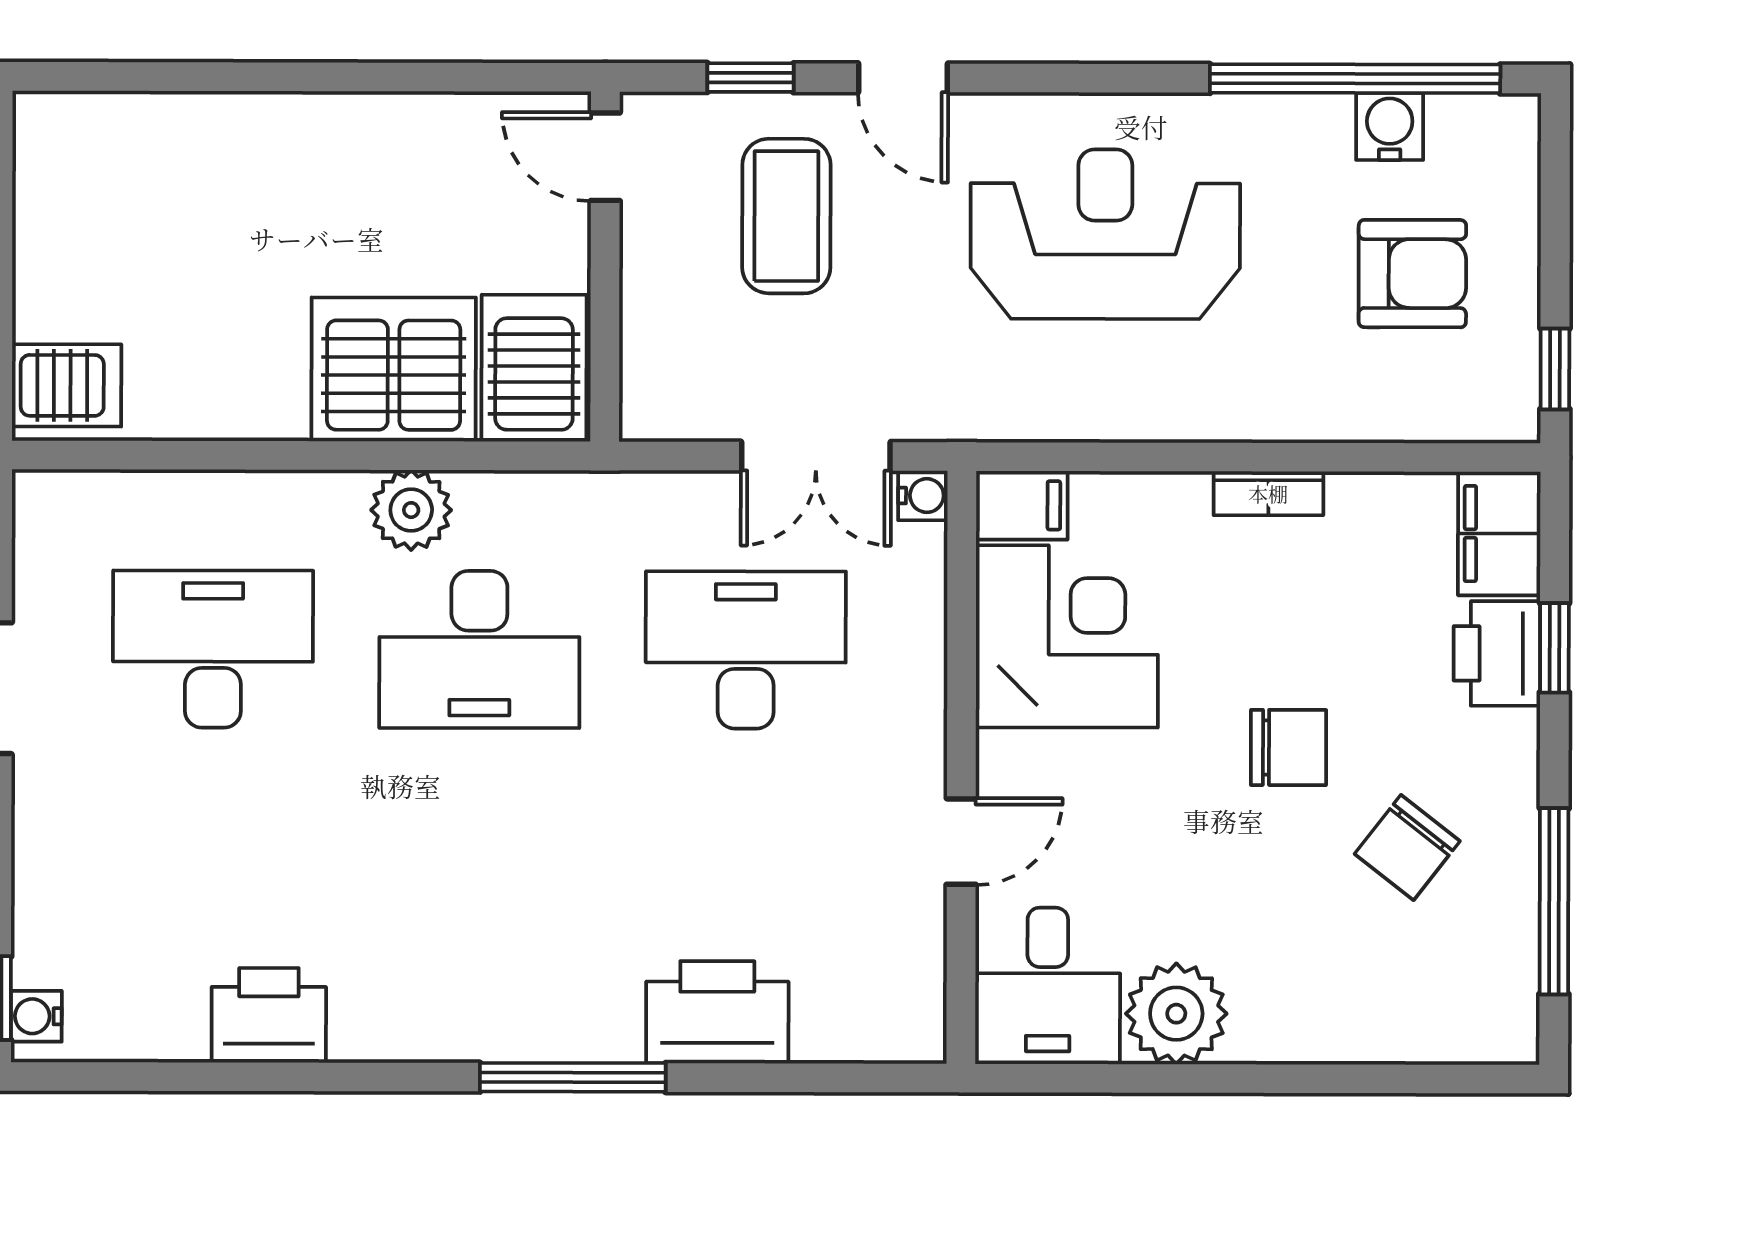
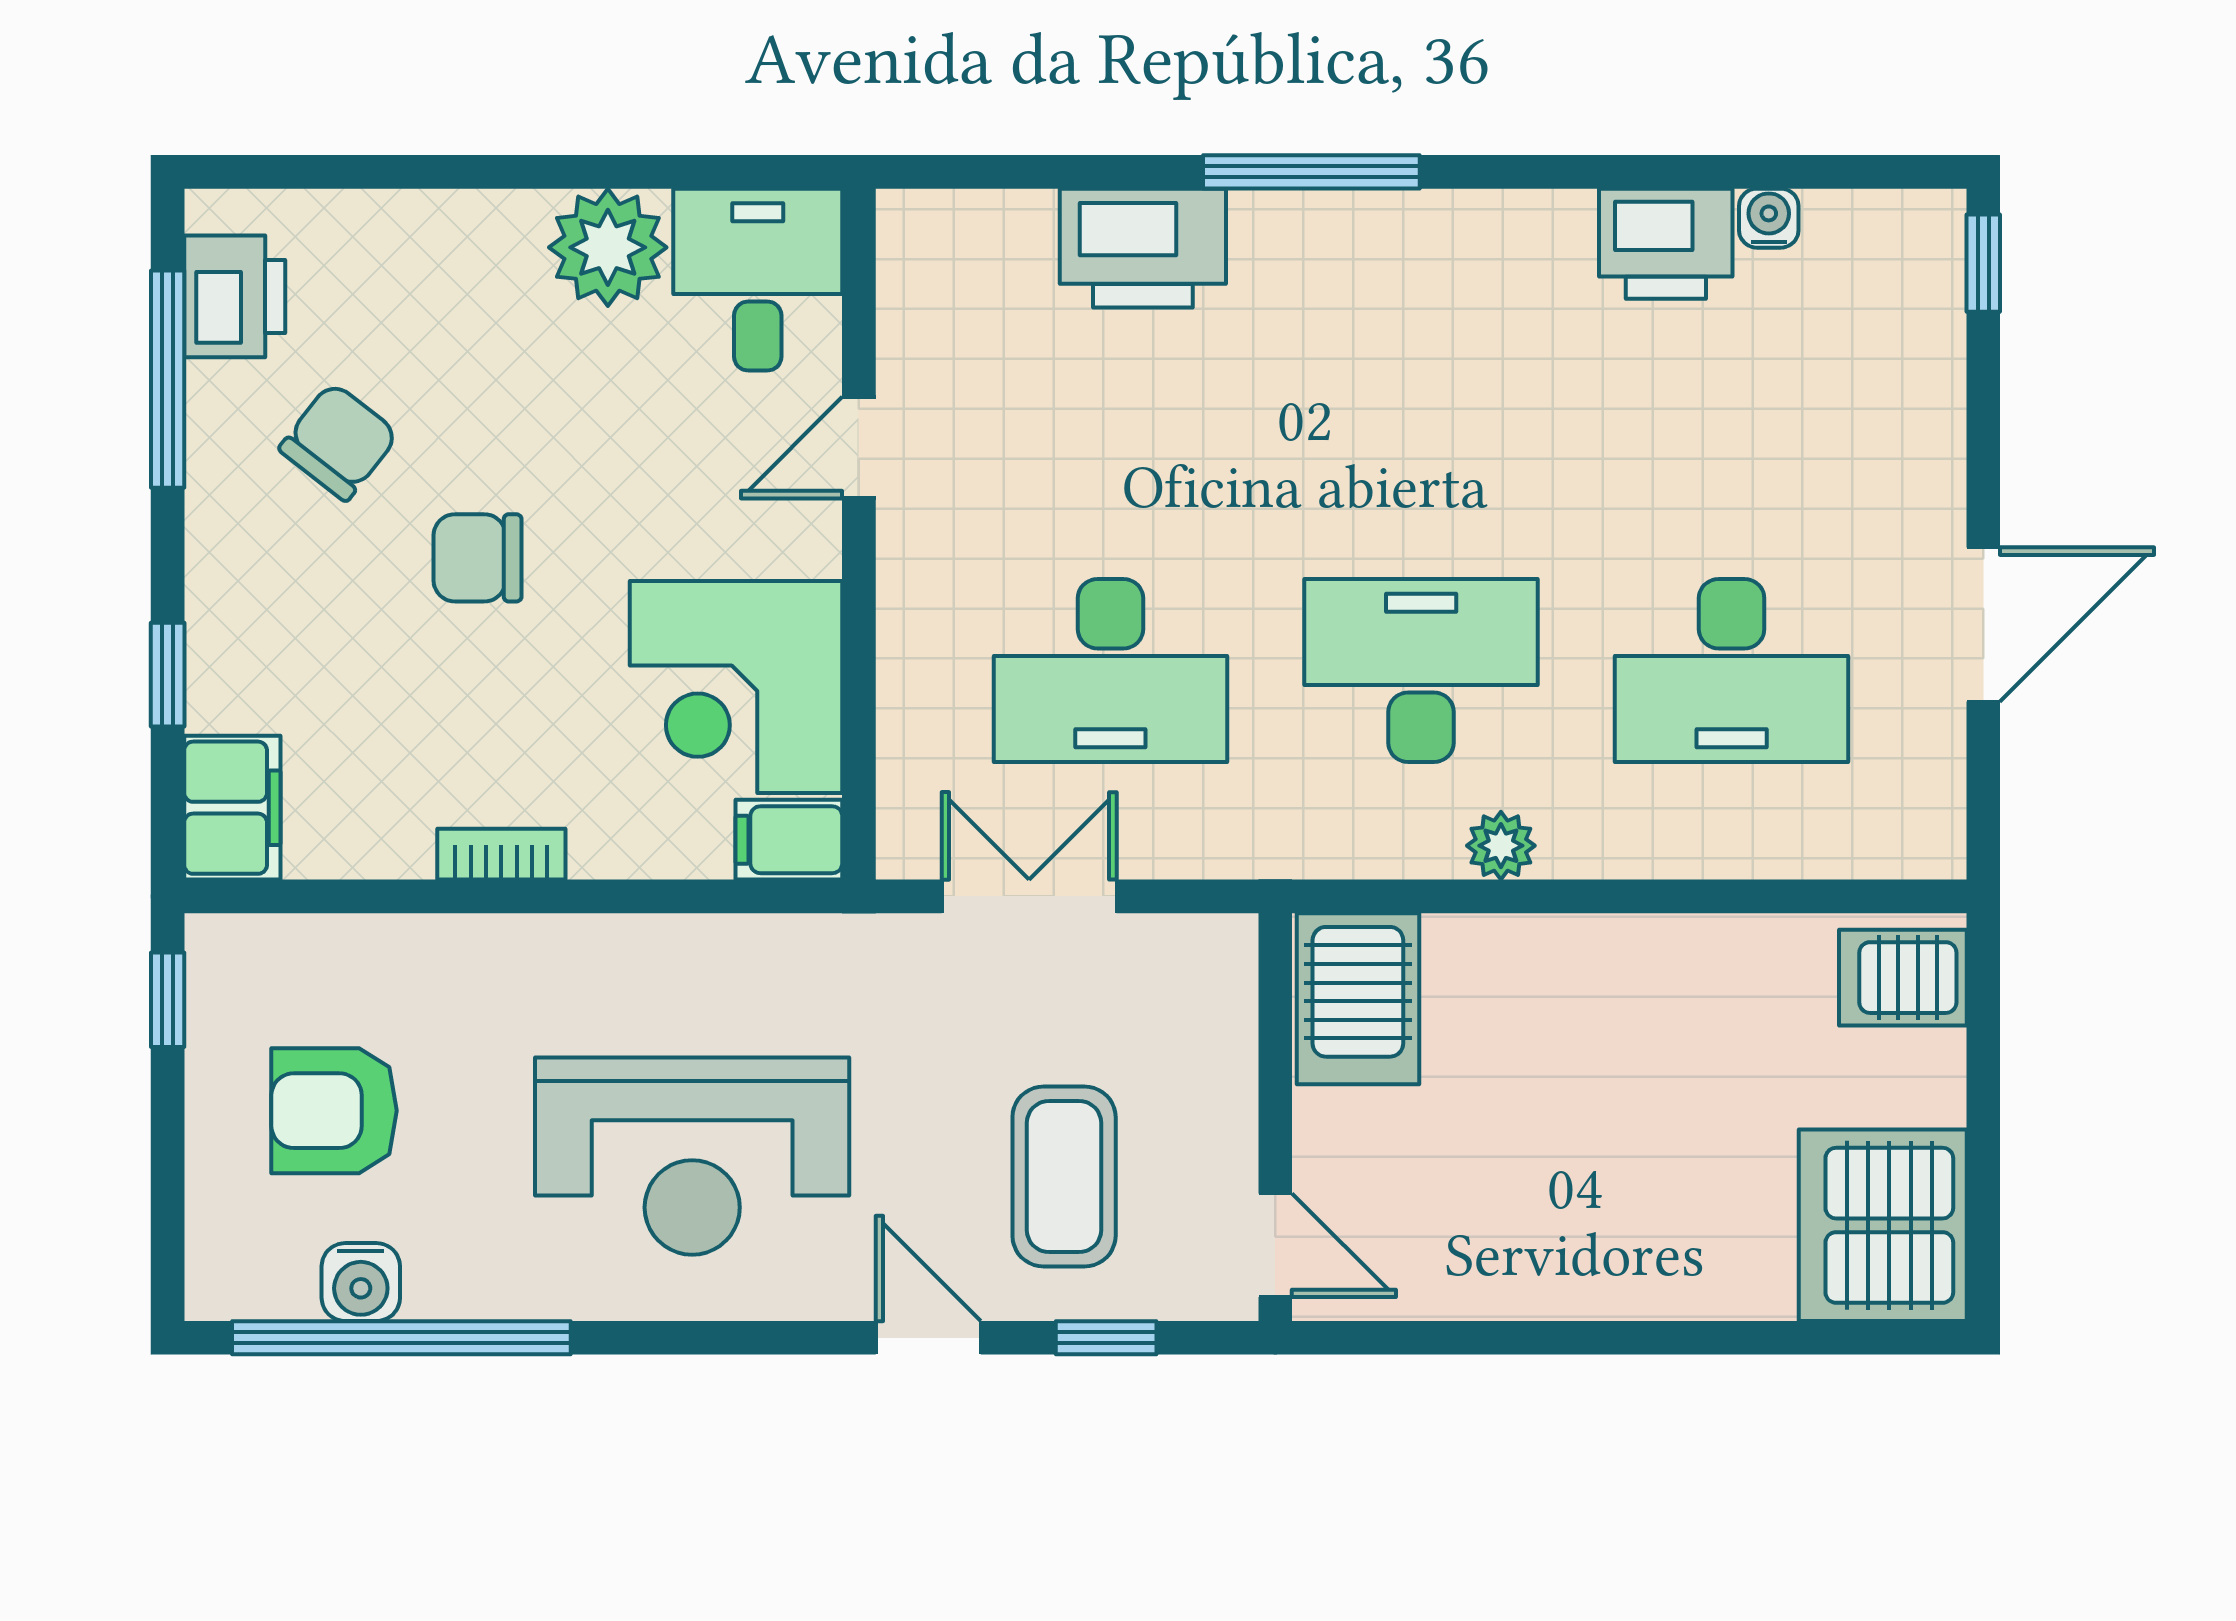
server rack: (394, 369) -> (1883, 1225), moved, turned 90
water cooler: (923, 496) -> (904, 851), removed
plant: (411, 510) -> (1501, 846), width x0.73, depth x0.73
printer: (1497, 653) -> (235, 296), moved
water cooler: (36, 1016) -> (1769, 218), moved, turned -90

